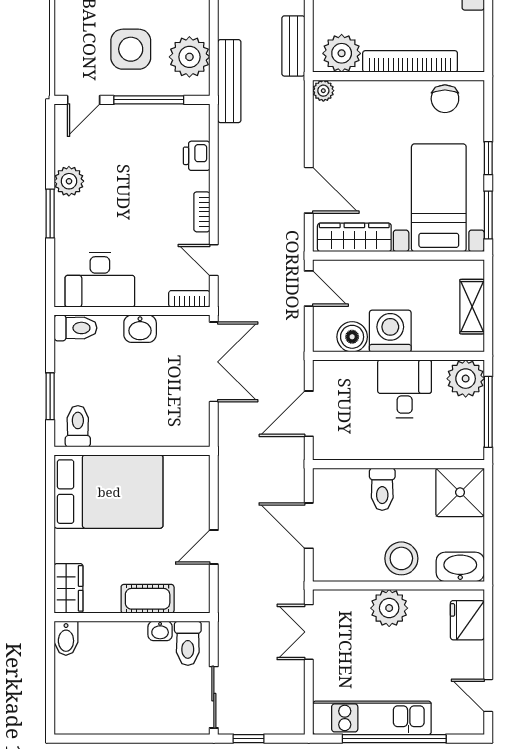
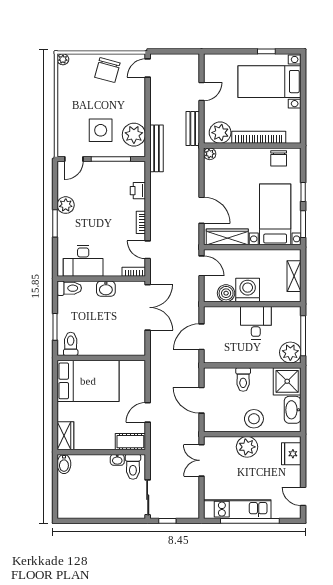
plant: (466, 379) -> (290, 352), moved
washbasin: (460, 567) -> (293, 410), moved, turned -90
cot: (148, 599) -> (130, 442), moved

